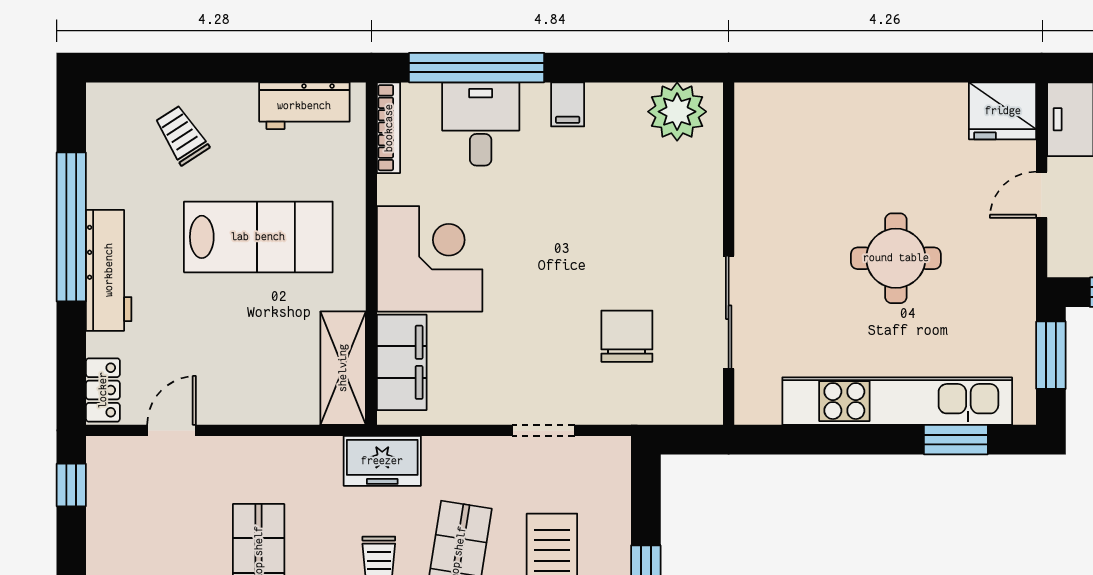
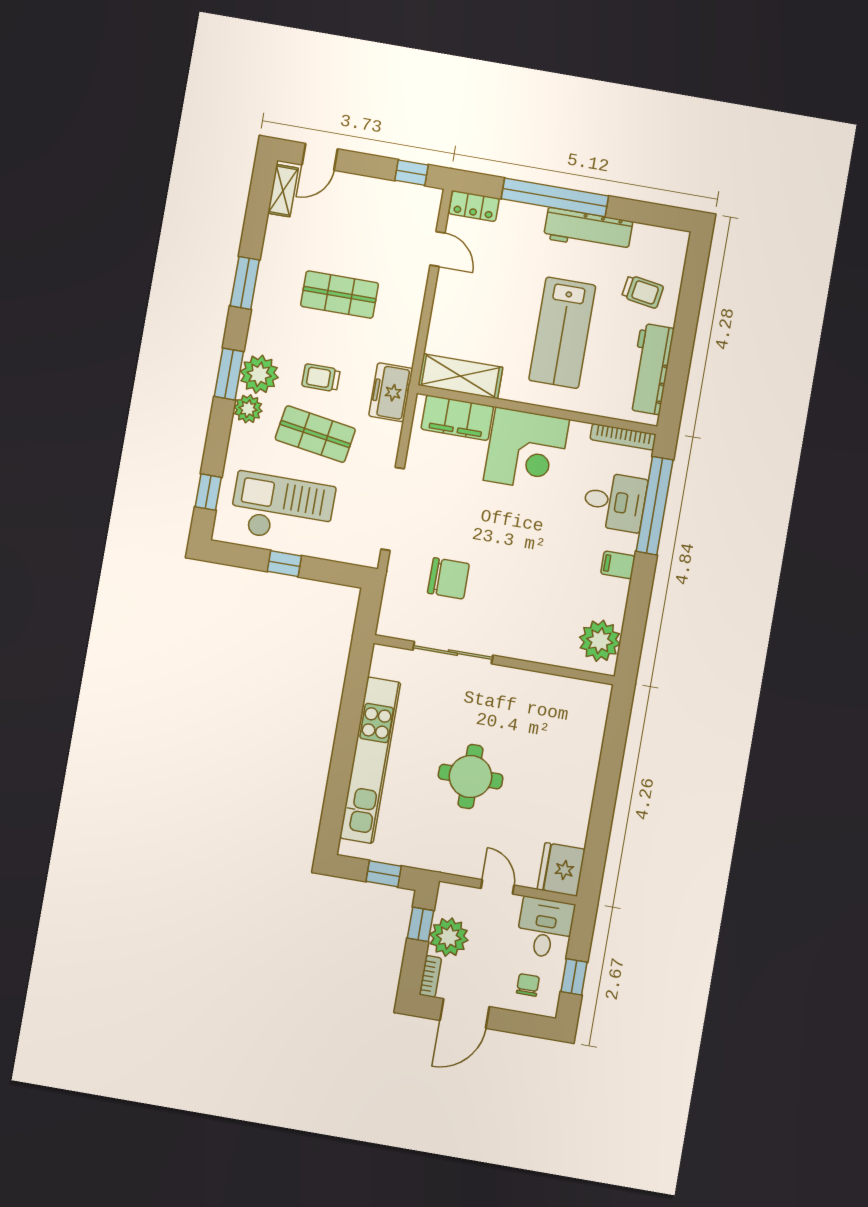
workbench: (304, 106) -> (651, 369), width x1.38
trolley: (182, 135) -> (643, 292), turned 42
window: (71, 227) -> (555, 197), moved
workbench: (109, 270) -> (588, 230), moved
window: (1051, 355) -> (384, 874), width x0.67
doorway: (544, 430) -> (393, 509), width x1.88
window: (956, 440) -> (336, 797), removed

